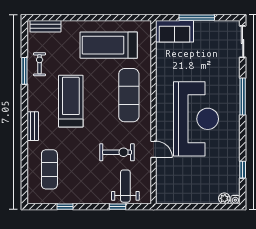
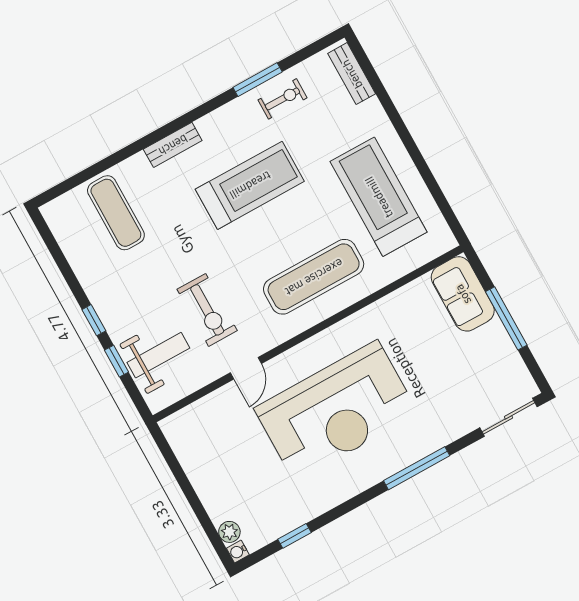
exercise mat: (49, 169) -> (116, 213), turned 90
window: (65, 207) -> (94, 320), moved

